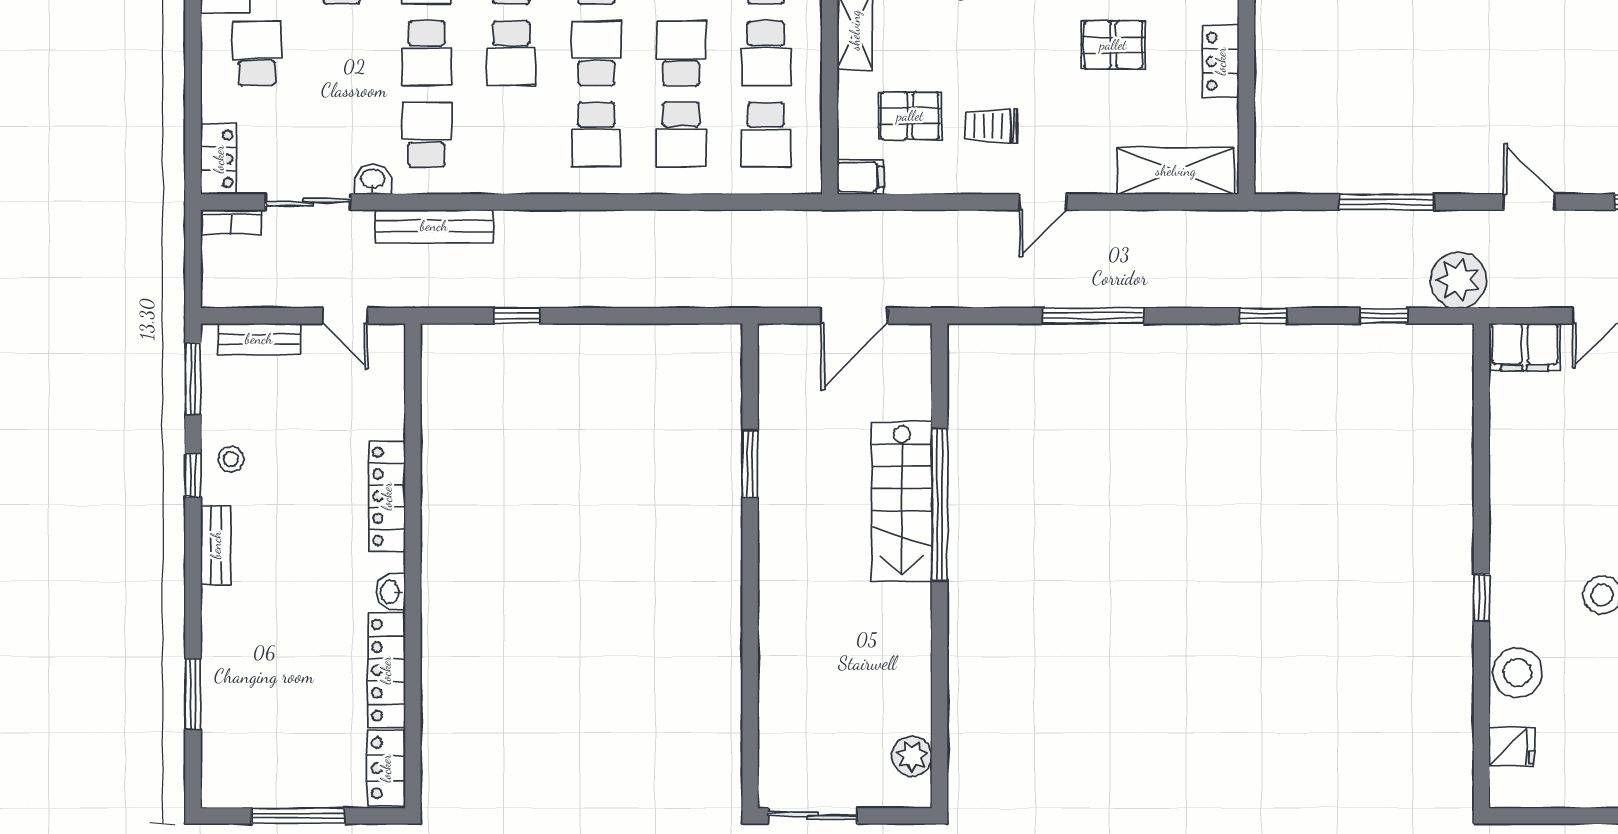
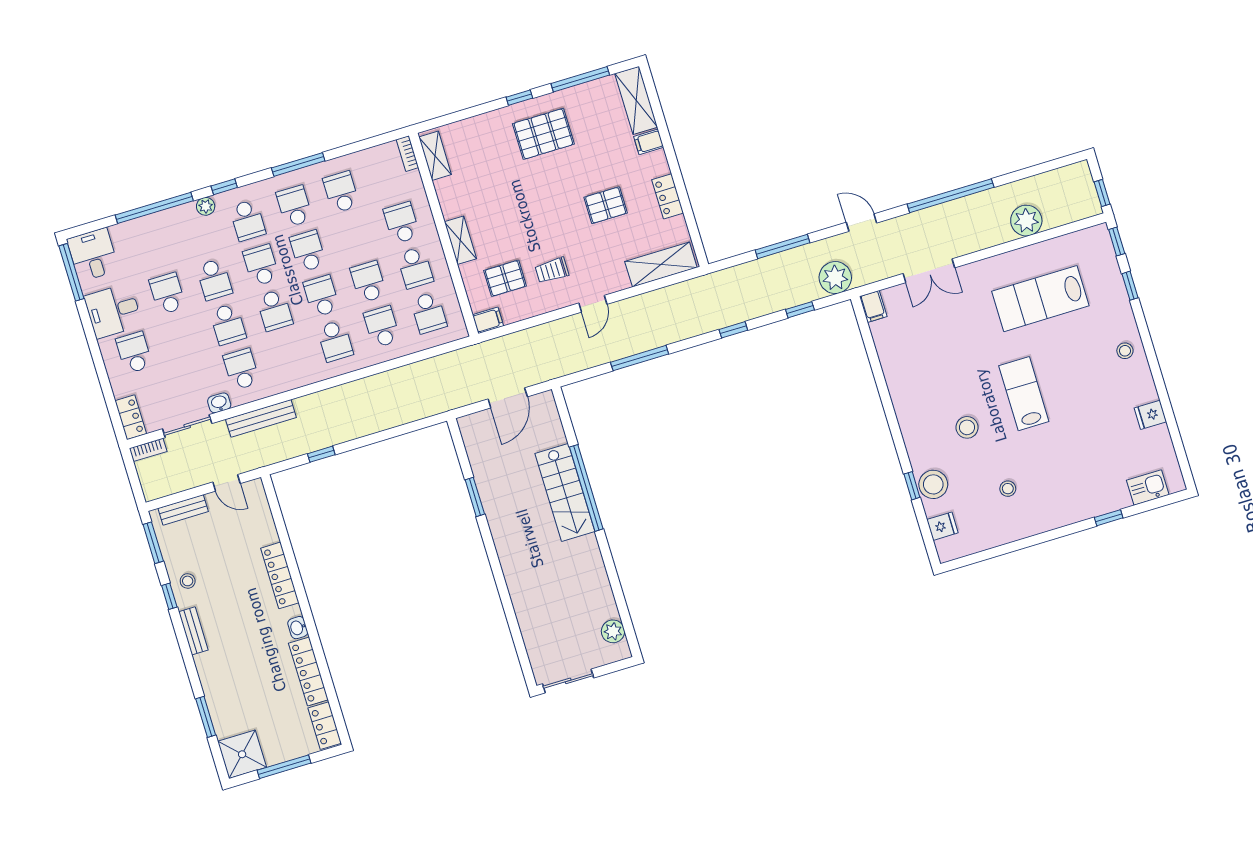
school desk: (681, 135) -> (382, 327), turned 180
filing cabinet: (1525, 347) -> (873, 306), width x0.50
window: (1481, 598) -> (912, 486), moved
shower: (235, 774) -> (242, 754), added

